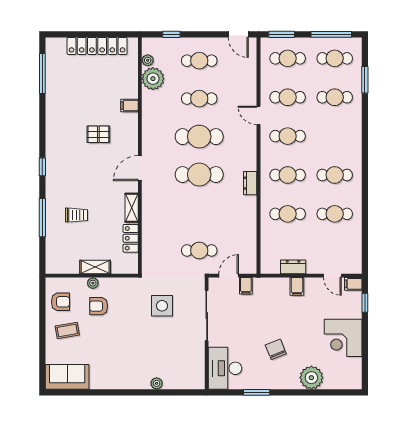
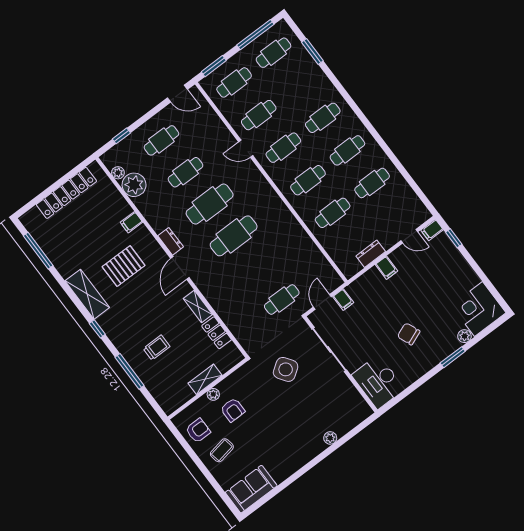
cafe table: (335, 97) -> (323, 118), moved
pallet: (98, 134) -> (124, 266), width x1.50, depth x1.42
shelving: (55, 135) -> (87, 294), added
dresser: (250, 183) -> (171, 241), moved, turned 180
armchair: (99, 306) -> (233, 410), turned -90
side table: (162, 306) -> (286, 369), turned -34
corner desk: (343, 338) -> (479, 309), moved, turned 90
plant: (311, 378) -> (464, 336), width x0.53, depth x0.53
window: (257, 392) -> (453, 357), moved

